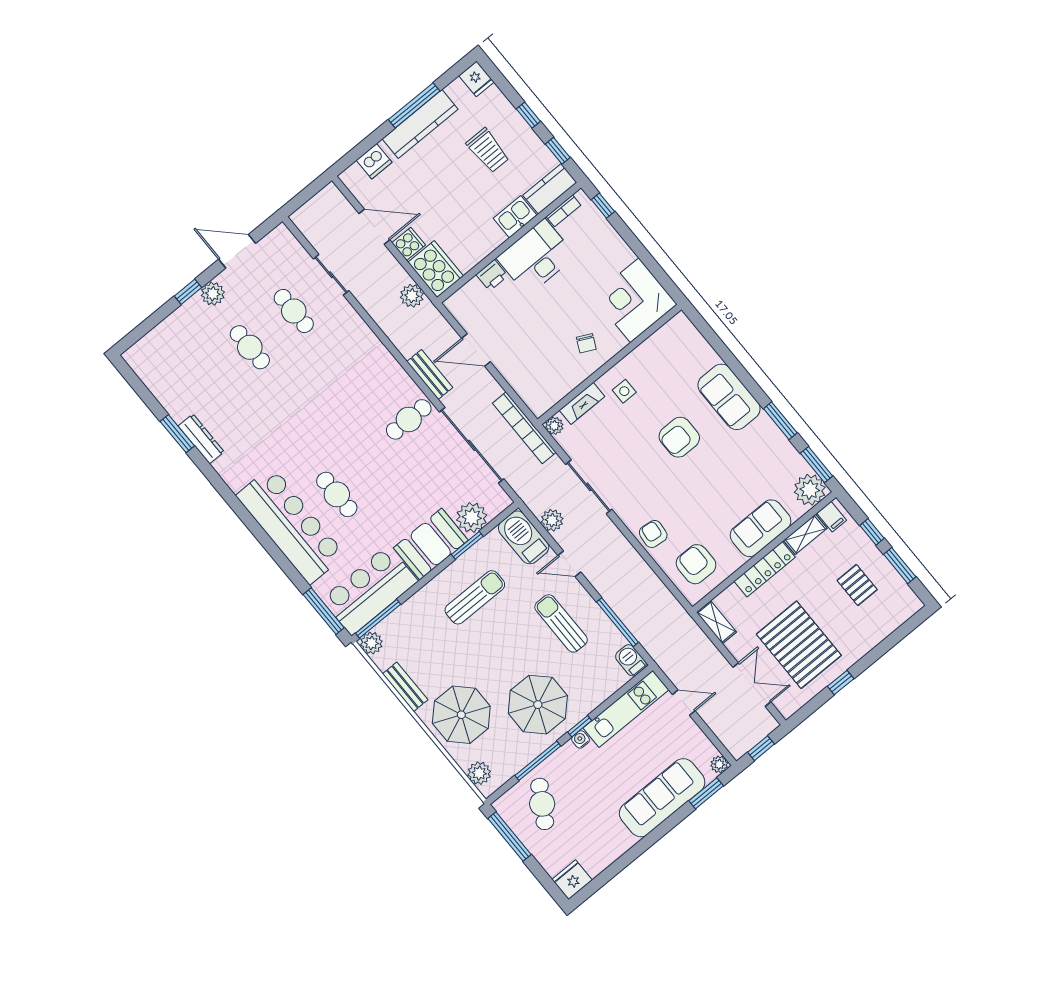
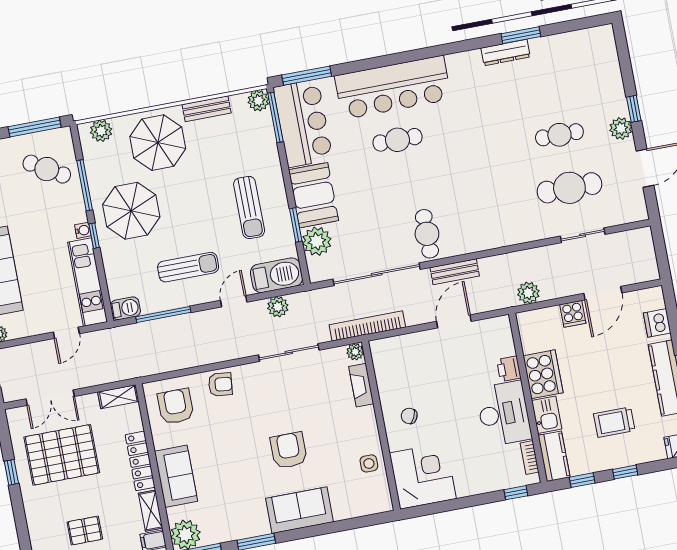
cooker: (436, 269) -> (543, 374), moved, turned -90
cafe table: (294, 311) -> (569, 188), width x1.37, depth x1.35
side table: (624, 391) -> (369, 463), moved
armchair: (696, 564) -> (176, 406), turned -90

